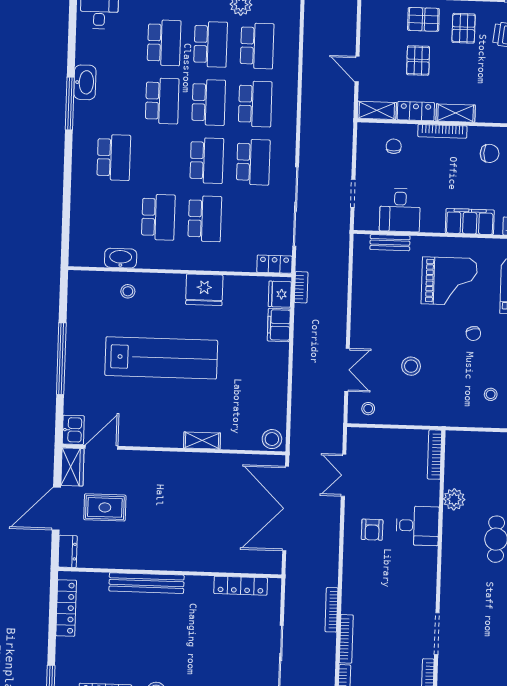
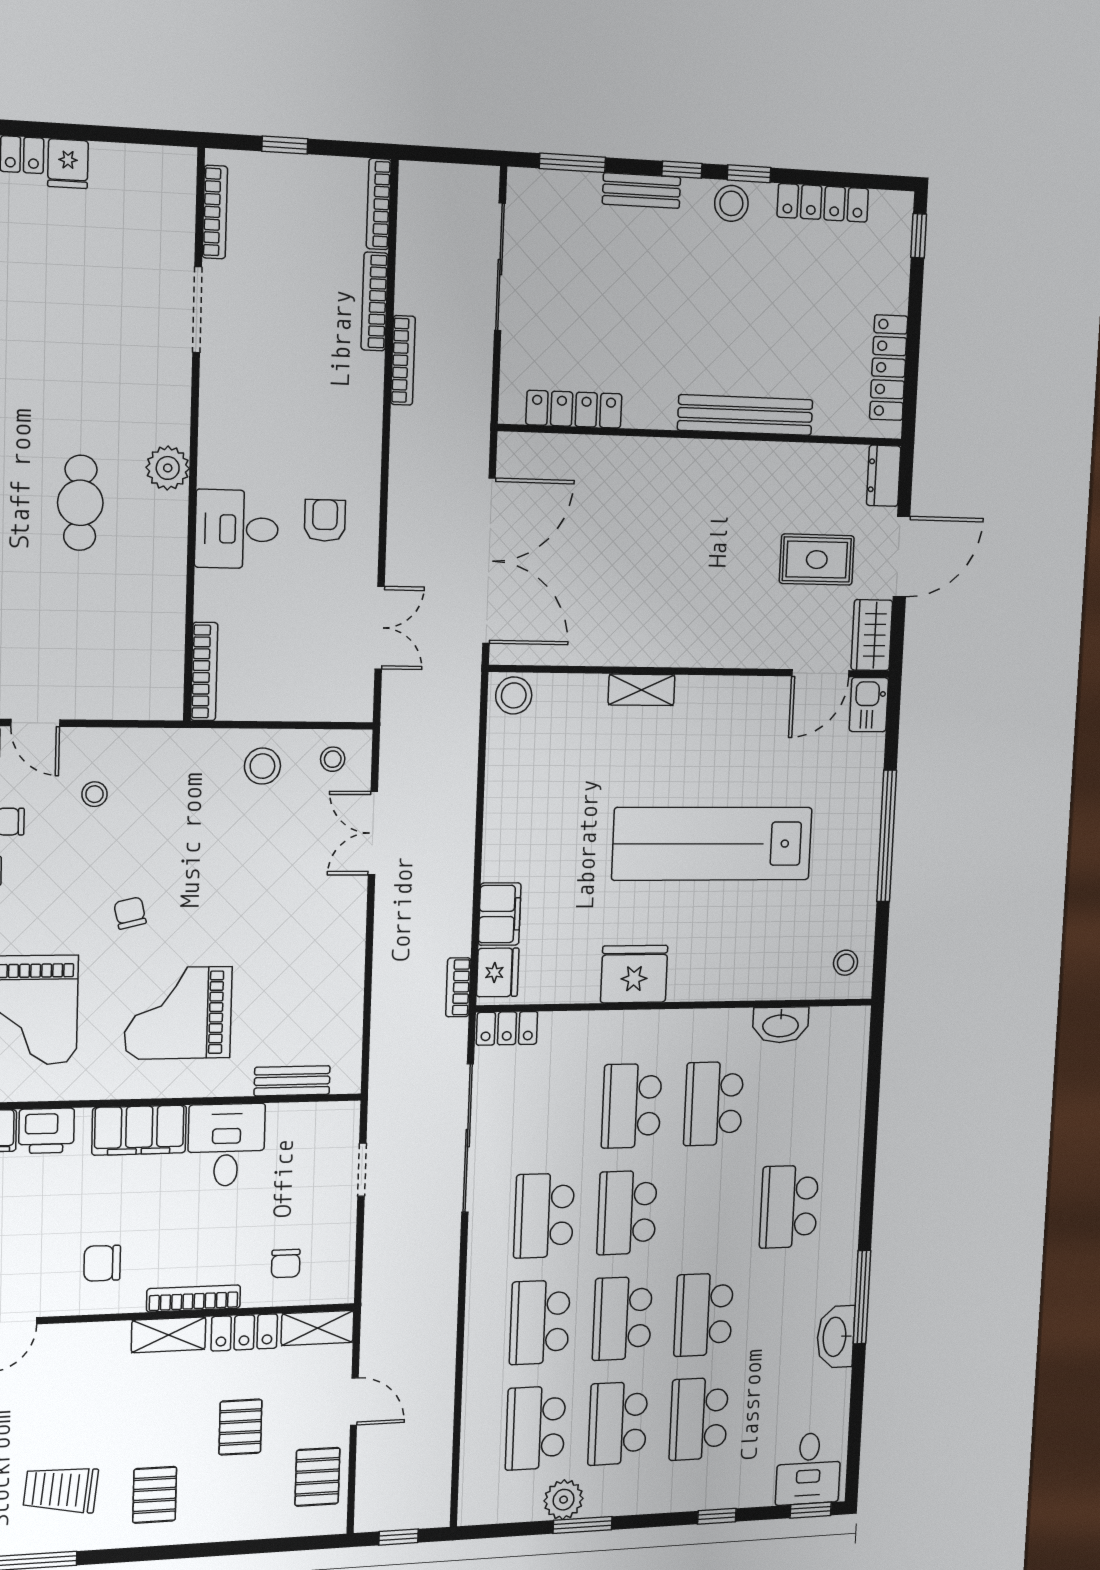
pallet: (423, 19) -> (317, 1477), moved, turned 90
desk: (400, 210) -> (226, 1145), moved
stool: (128, 291) -> (846, 963), moved
stool: (411, 366) -> (262, 766), moved
plant: (454, 499) -> (168, 468), moved

